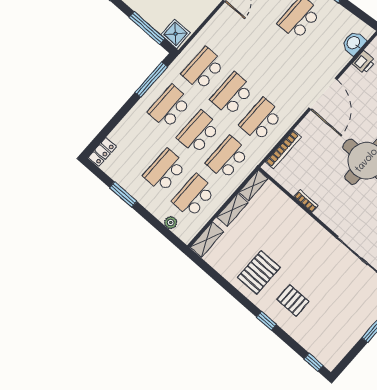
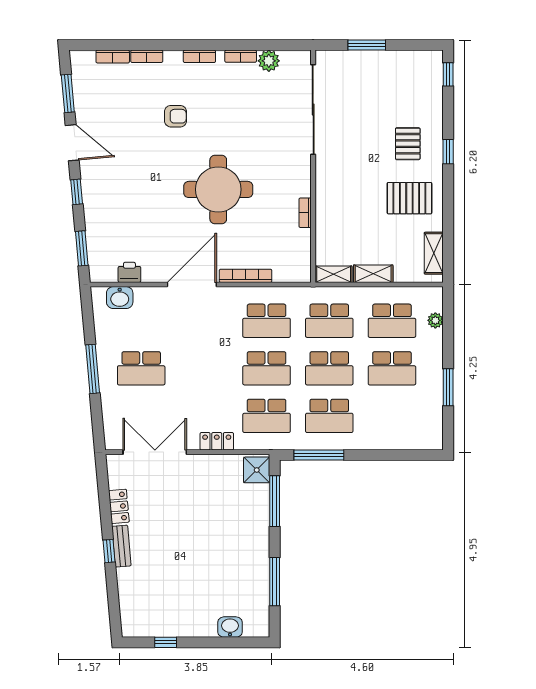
bookcase: (283, 149) -> (246, 276), moved
locker: (102, 152) -> (217, 441), moved
shelving: (207, 239) -> (434, 253), moved, turned 90

